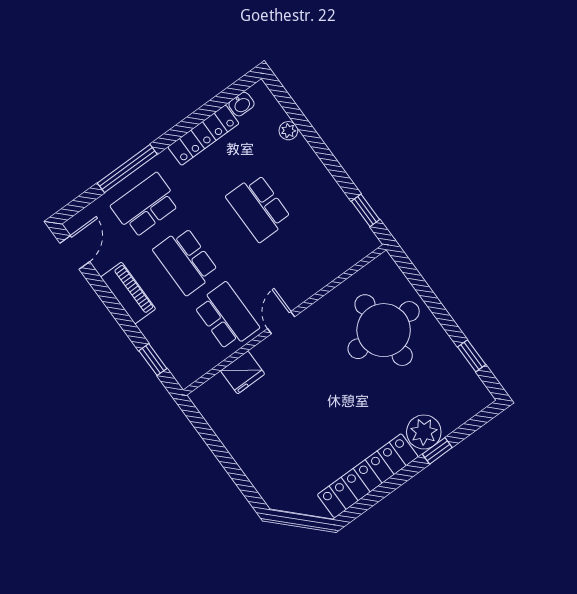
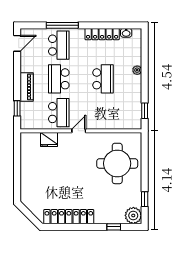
plant: (288, 131) -> (137, 70), moved
school desk: (145, 205) -> (59, 45), turned 90
school desk: (259, 208) -> (103, 79), turned 180
piano: (128, 293) -> (27, 87), moved
plant: (424, 432) -> (133, 215), moved
window: (437, 451) -> (114, 227), moved

